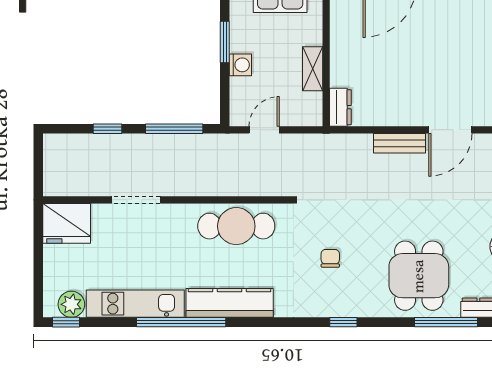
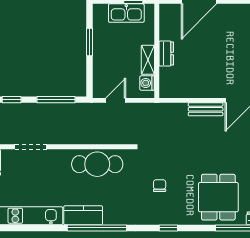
washing machine: (240, 65) -> (147, 83), moved, turned 180
dresser: (340, 107) -> (166, 54), moved
kitchen counter: (230, 303) -> (83, 215), width x0.67
window: (181, 322) -> (97, 228), moved

